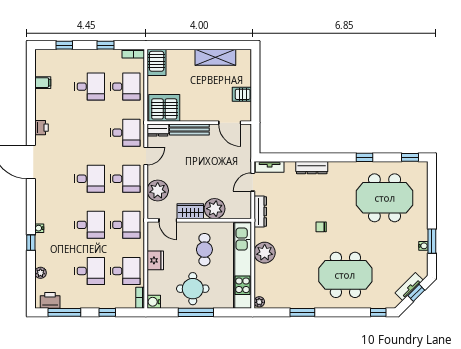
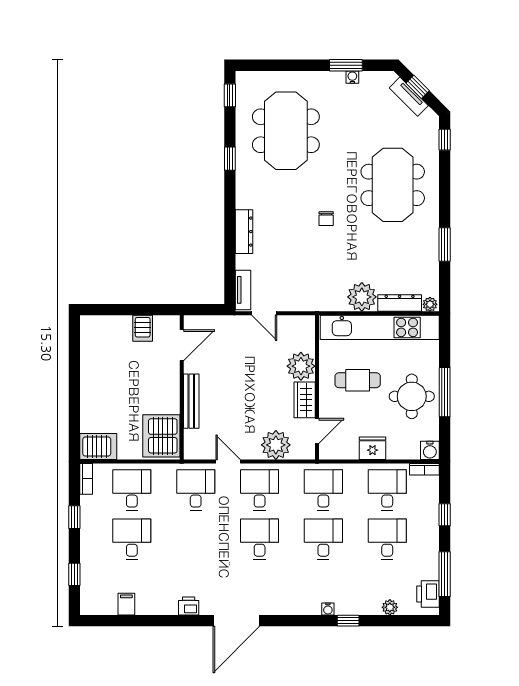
shelving: (215, 57) -> (91, 365), removed
dresser: (158, 130) -> (192, 445), removed
dresser: (260, 212) -> (400, 303), moved

